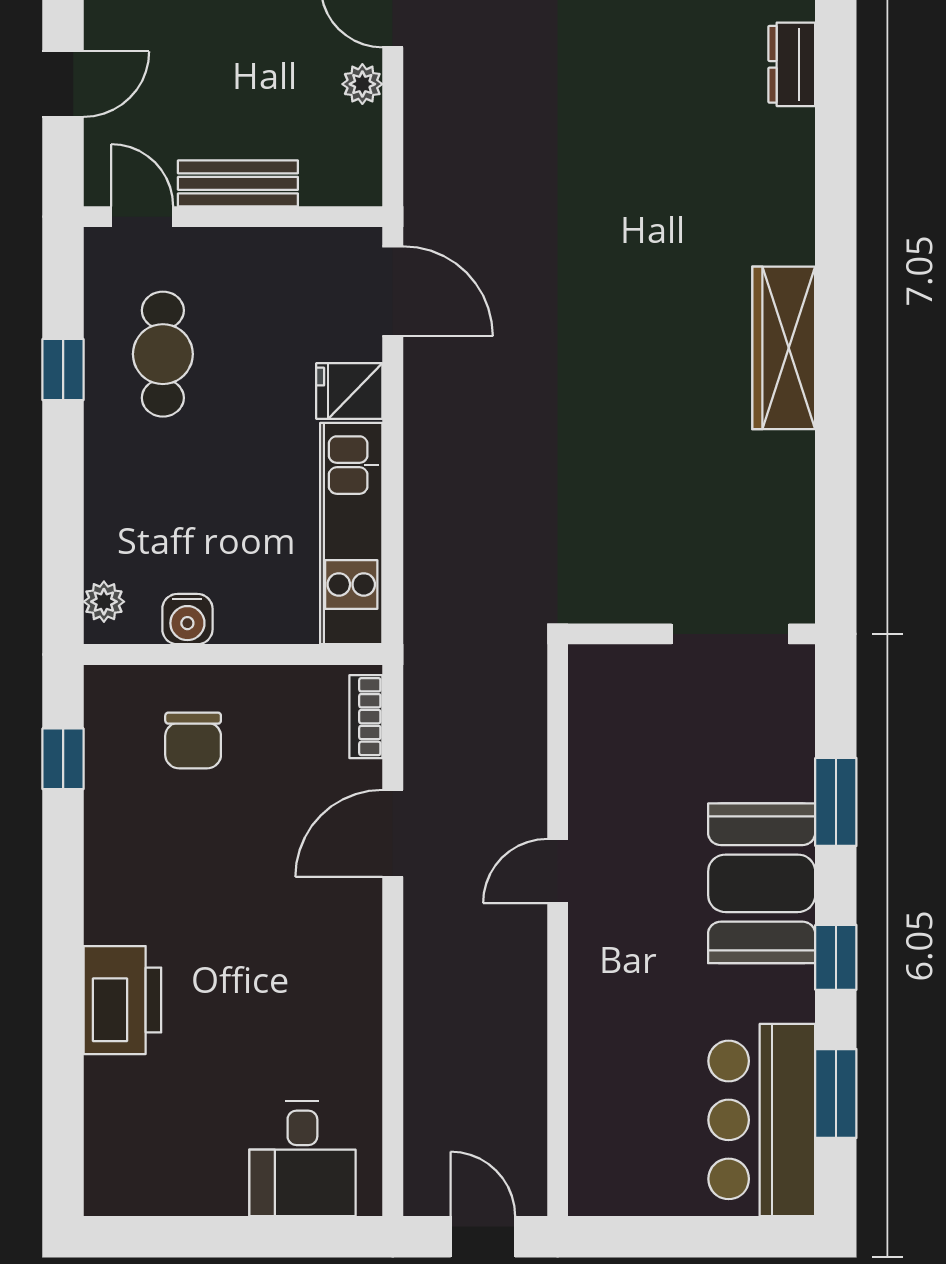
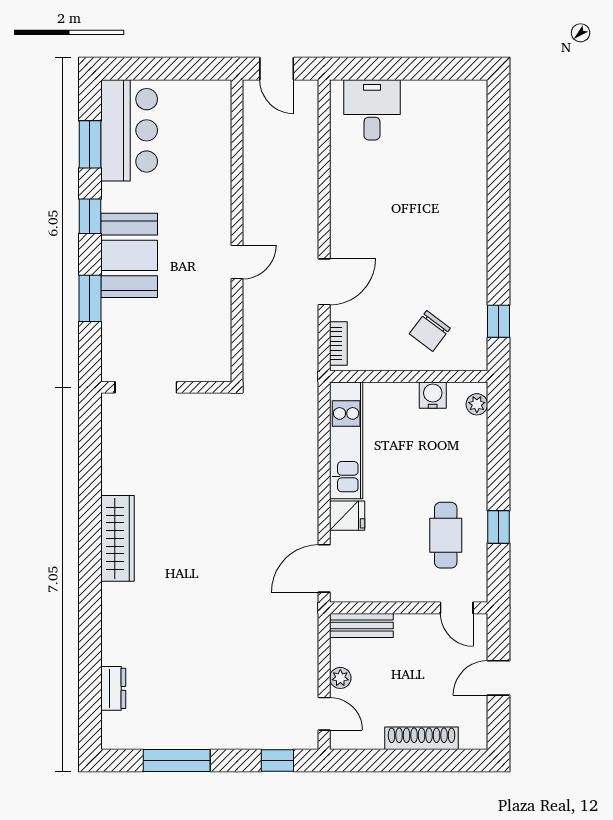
bench: (238, 183) -> (361, 625), moved
door: (393, 291) -> (324, 568), hinge flipped
chair: (193, 740) -> (430, 331), turned -143
printer: (122, 1000) -> (467, 194), removed

